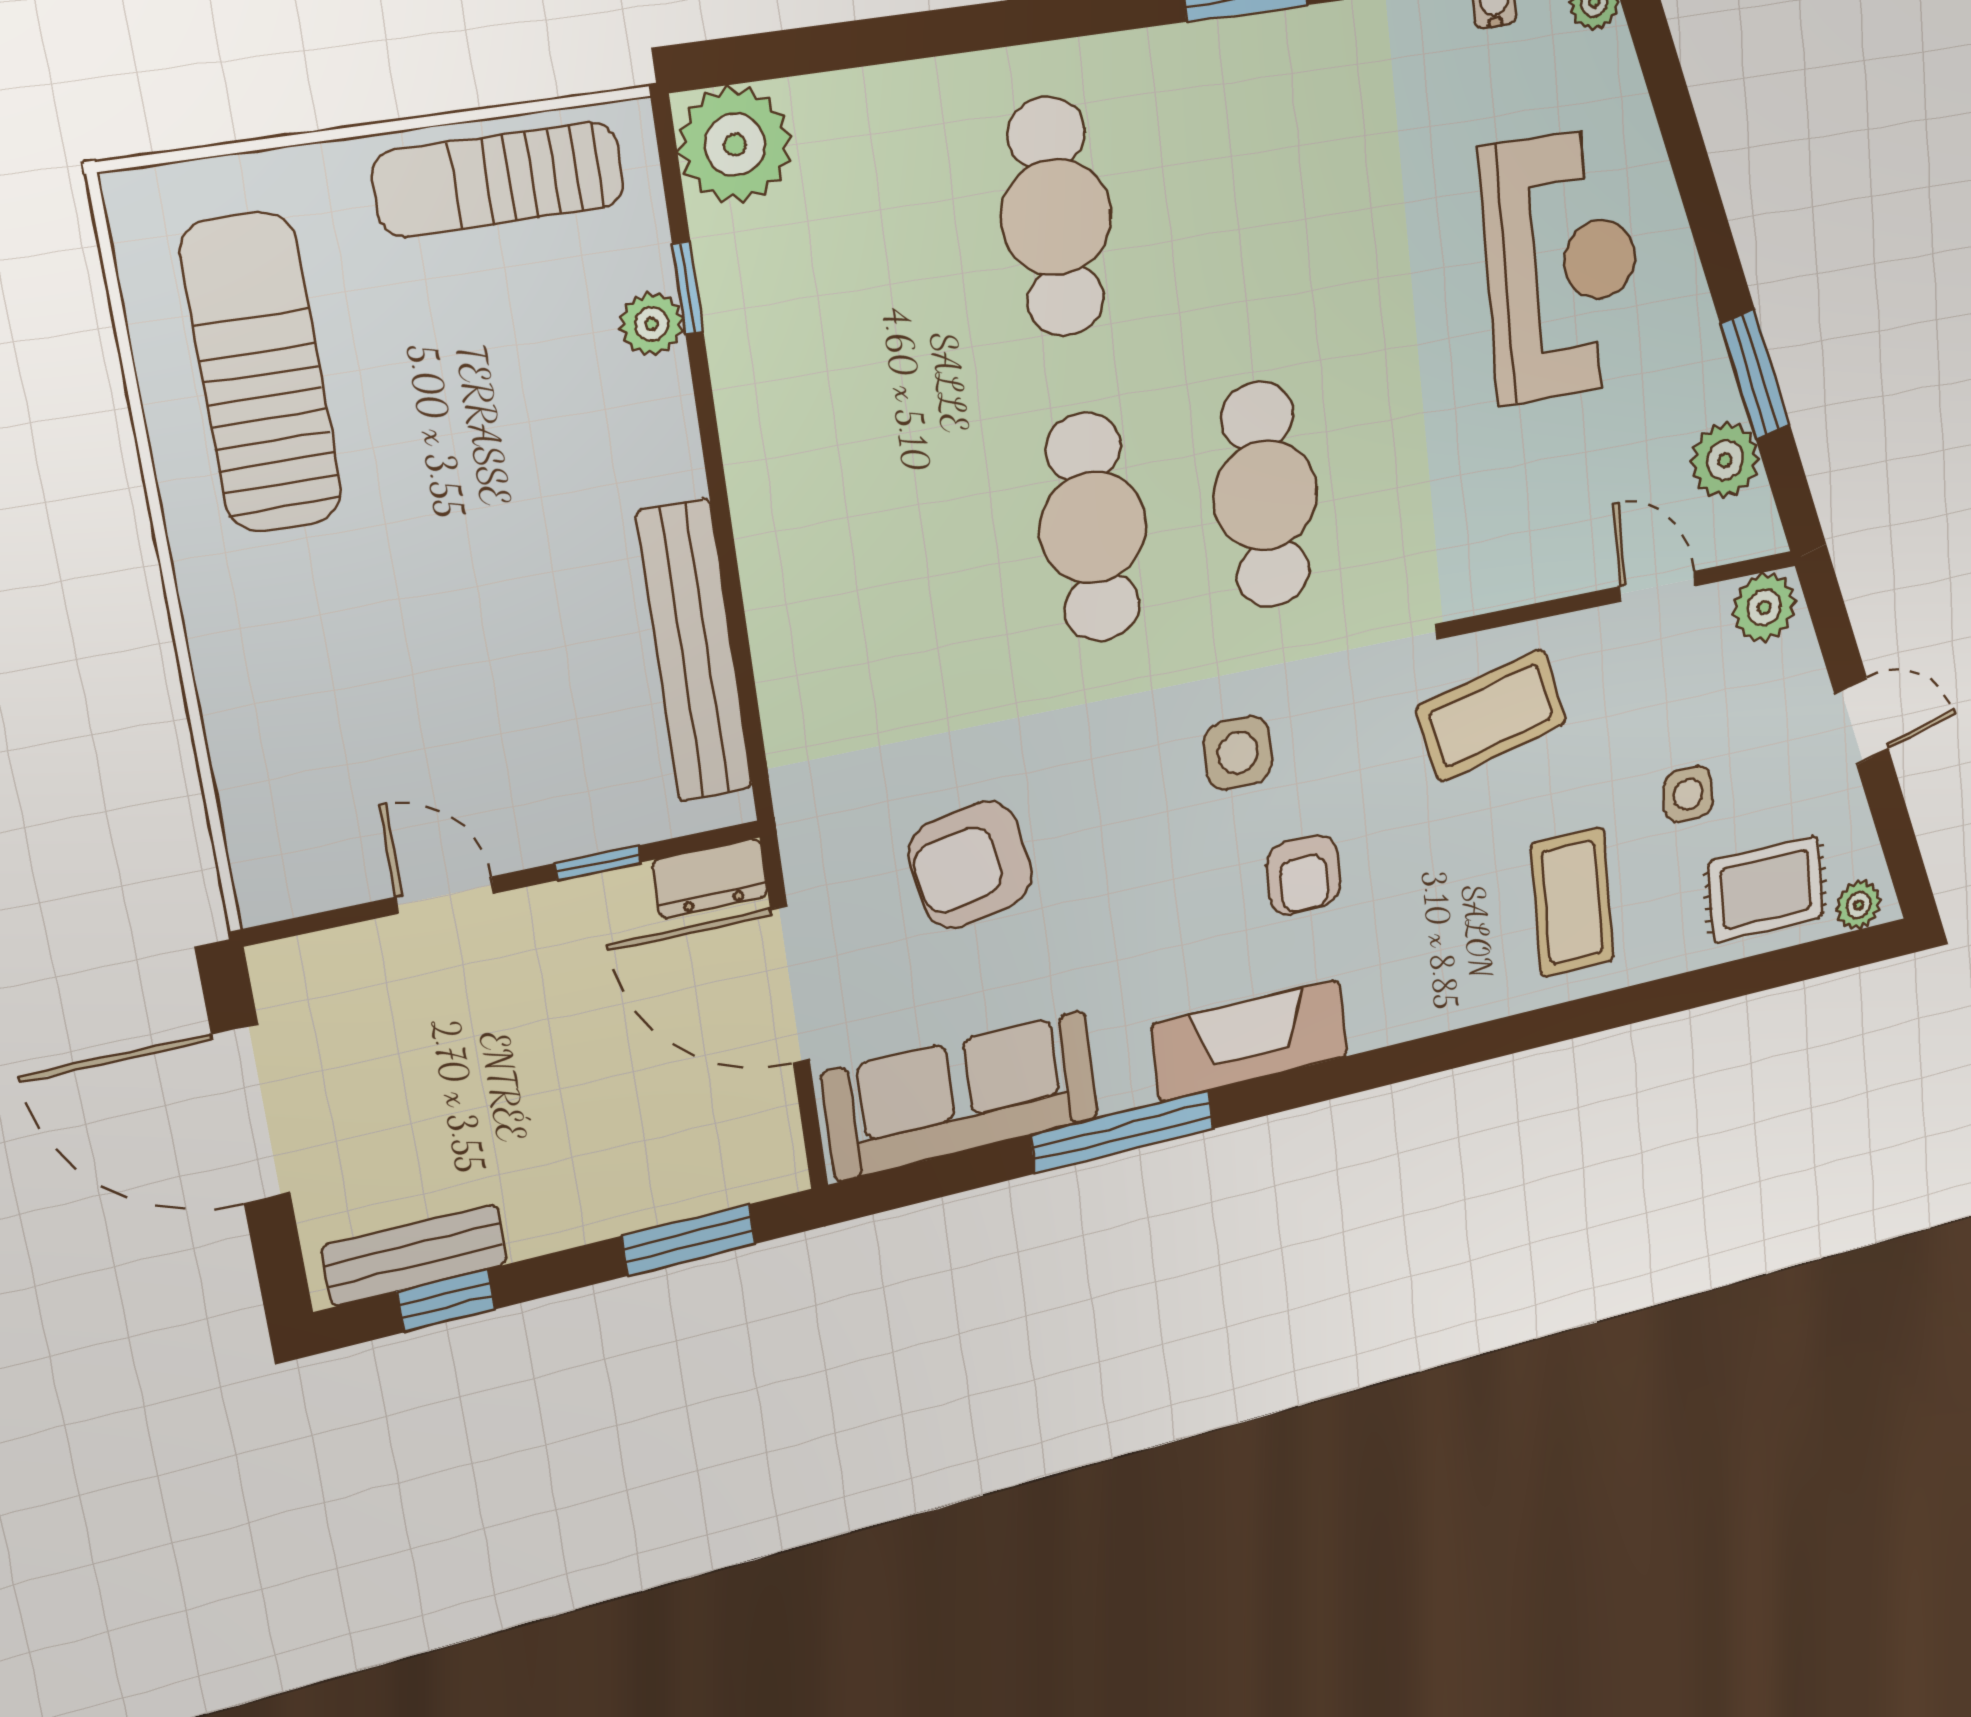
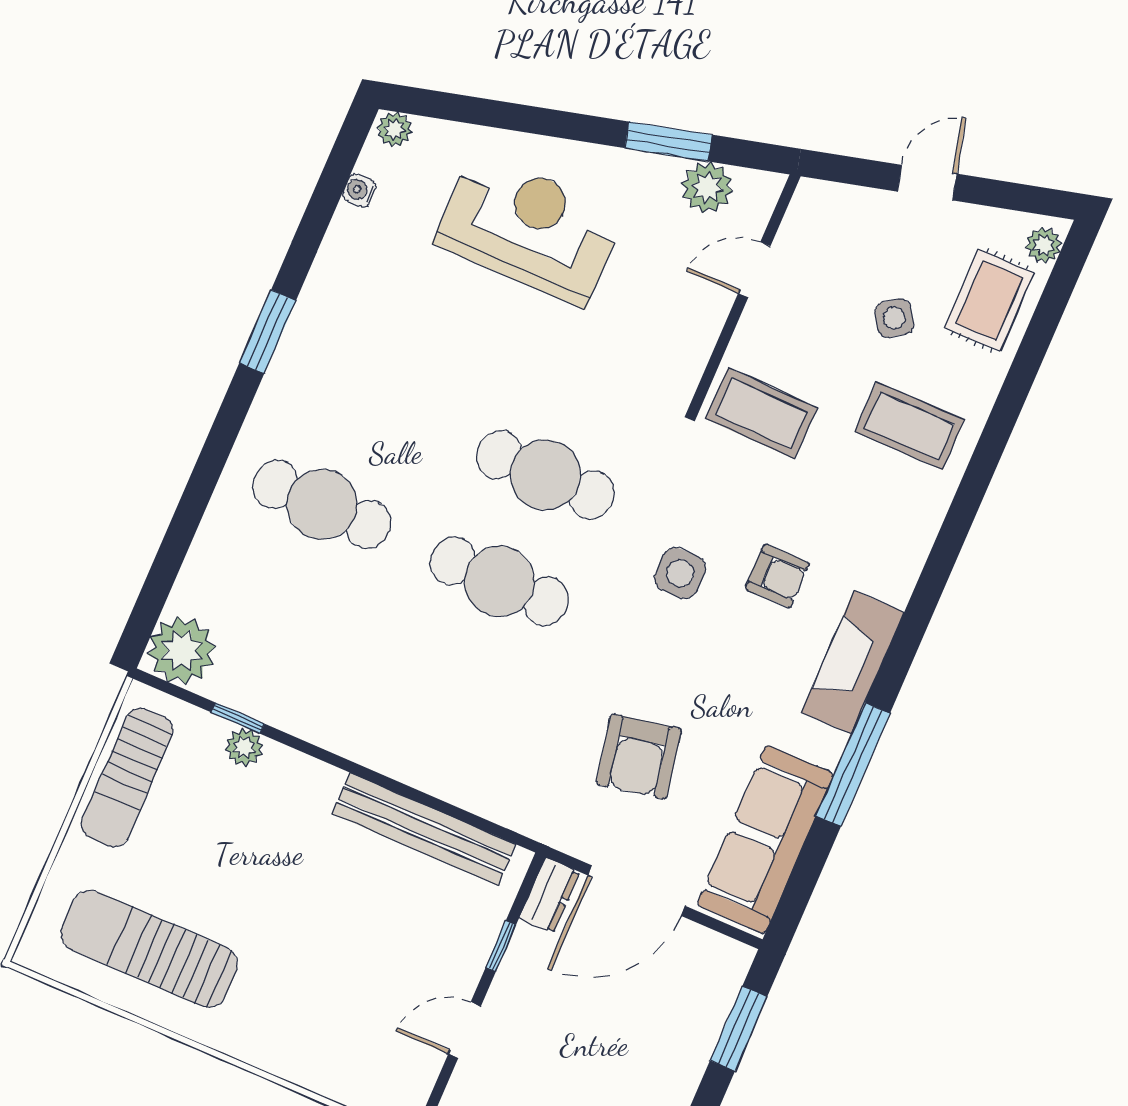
plant: (1764, 608) -> (813, 209), removed
coffee table: (1491, 715) -> (761, 413), turned -76
side table: (1688, 794) -> (894, 318), turned -35

